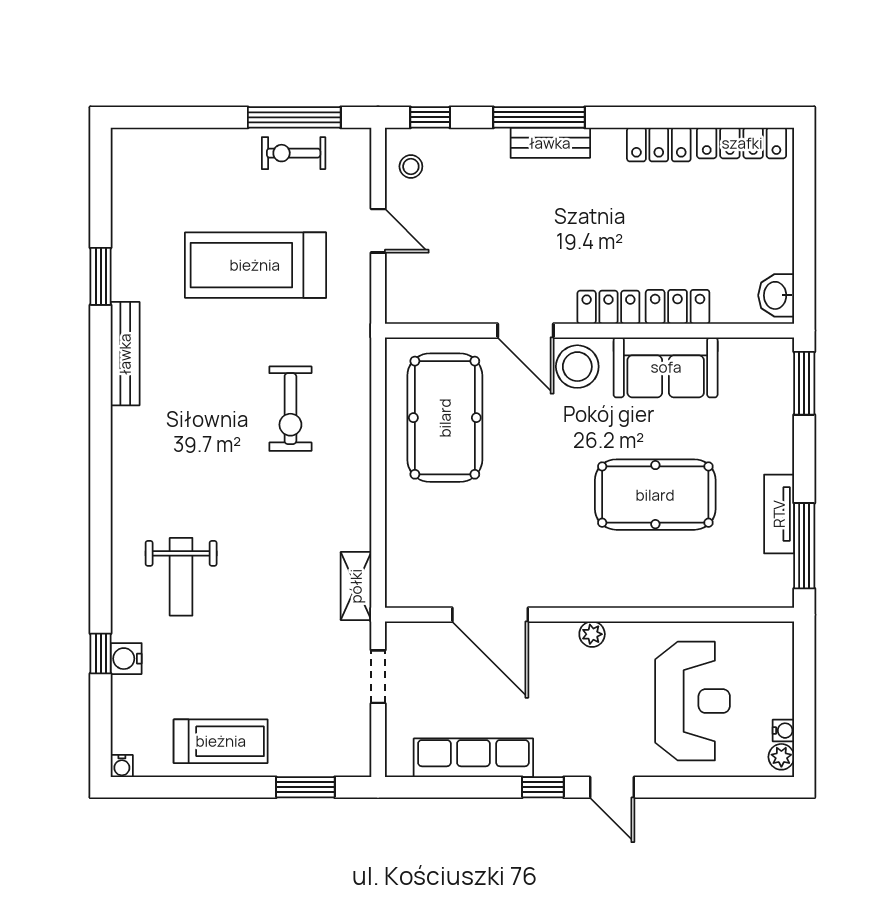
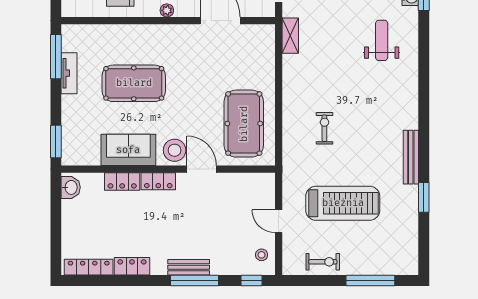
window: (294, 117) -> (370, 280), moved
exercise bike: (290, 409) -> (324, 128), width x0.73, depth x0.72

